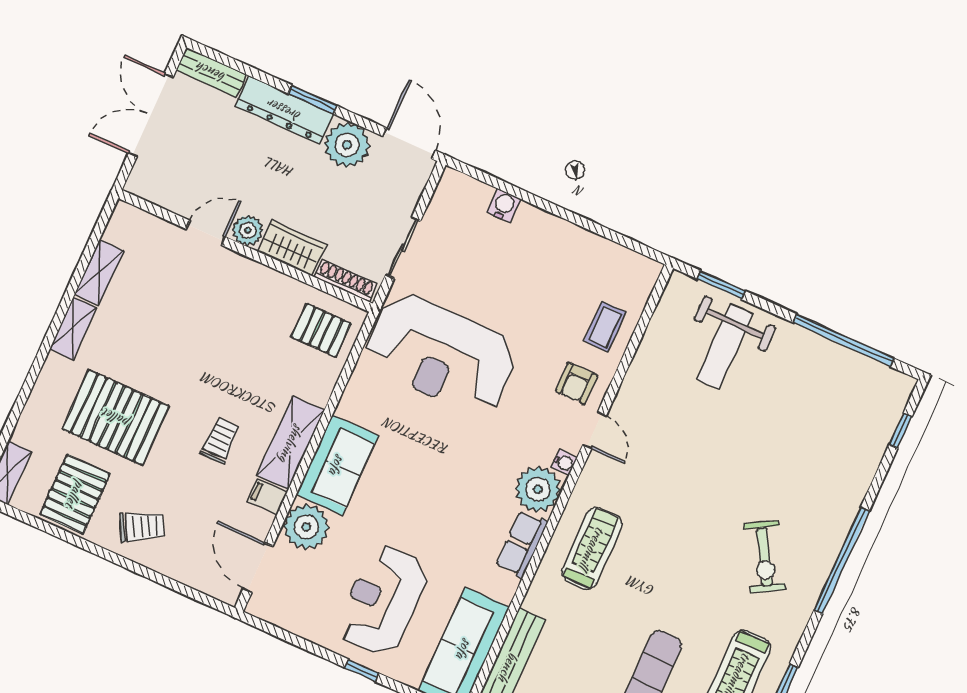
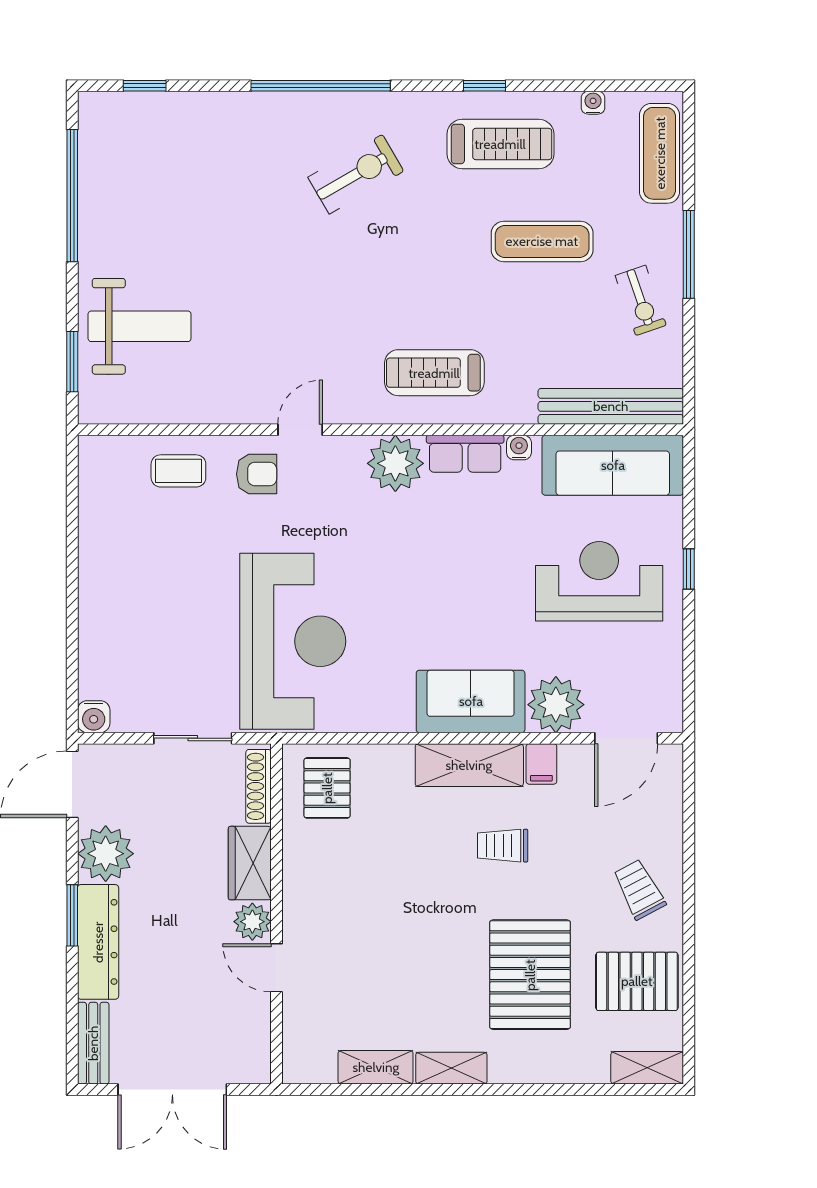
water cooler: (504, 205) -> (94, 717), moved, turned -90
water cooler: (564, 463) -> (519, 448), moved
reception desk: (383, 600) -> (599, 581), turned 180

